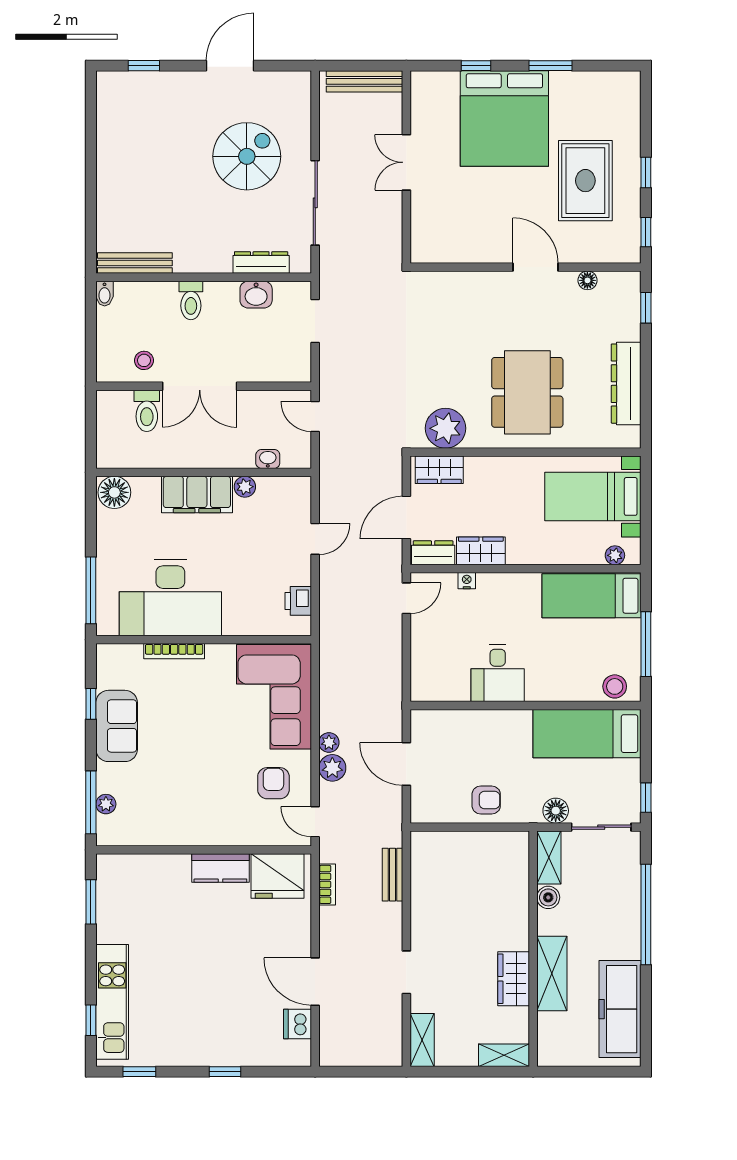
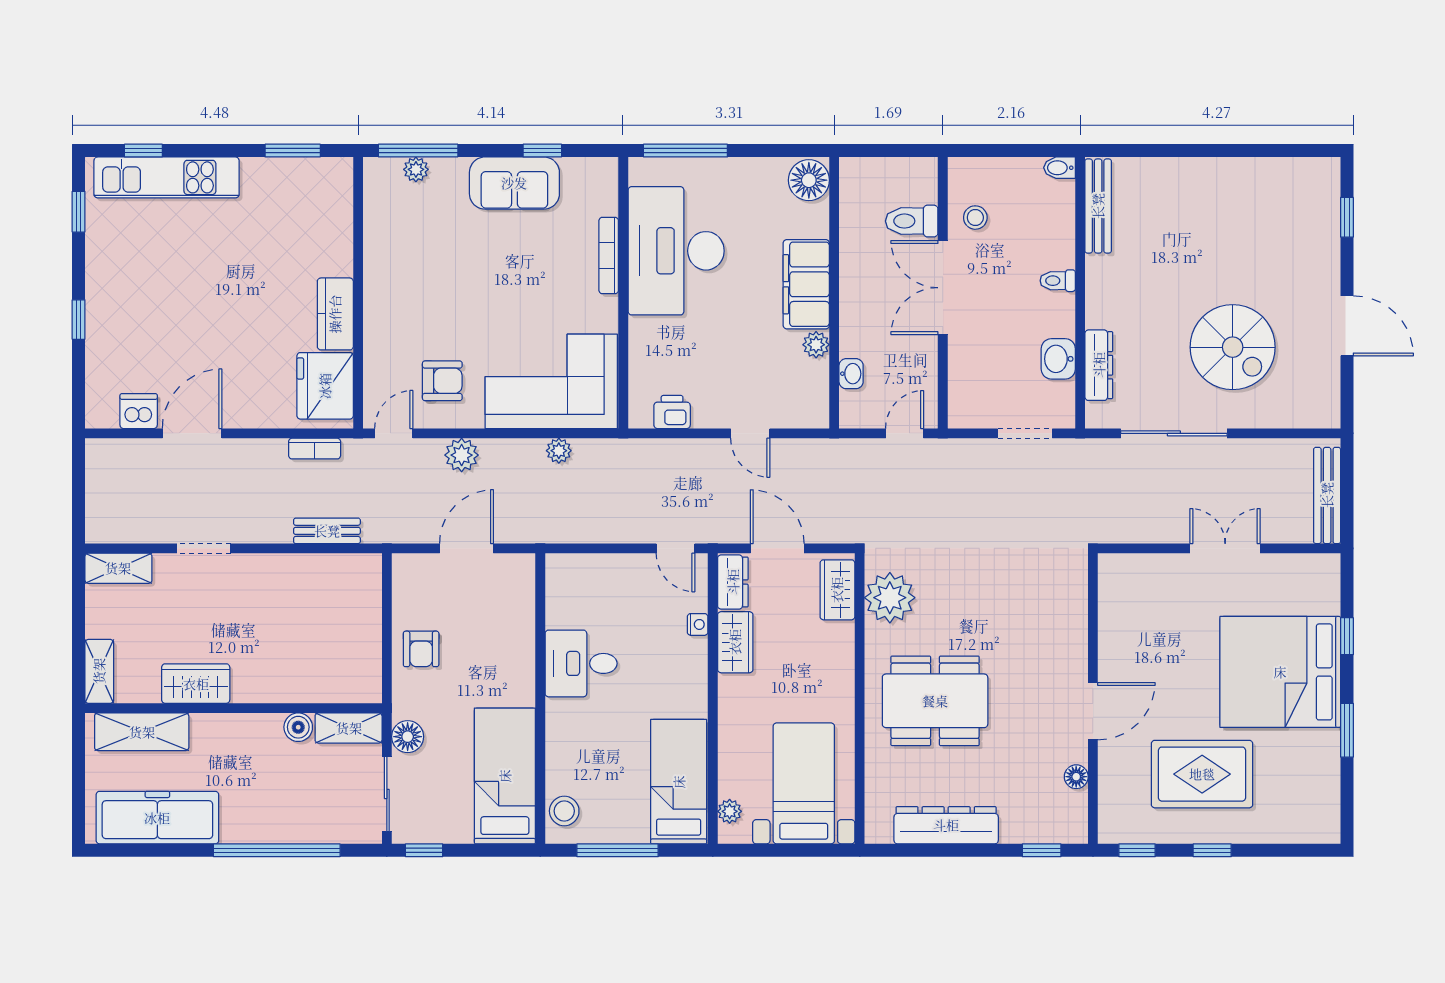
toilet: (191, 300) -> (1058, 281), width x0.73, depth x0.72
plant: (329, 743) -> (559, 451), moved
shelving: (552, 973) -> (142, 732), moved

